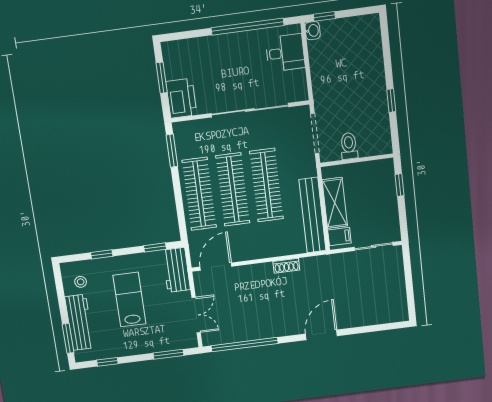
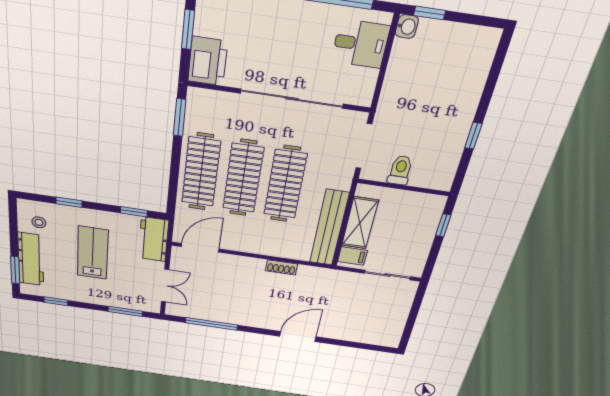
window: (245, 345) -> (211, 324), width x0.68

